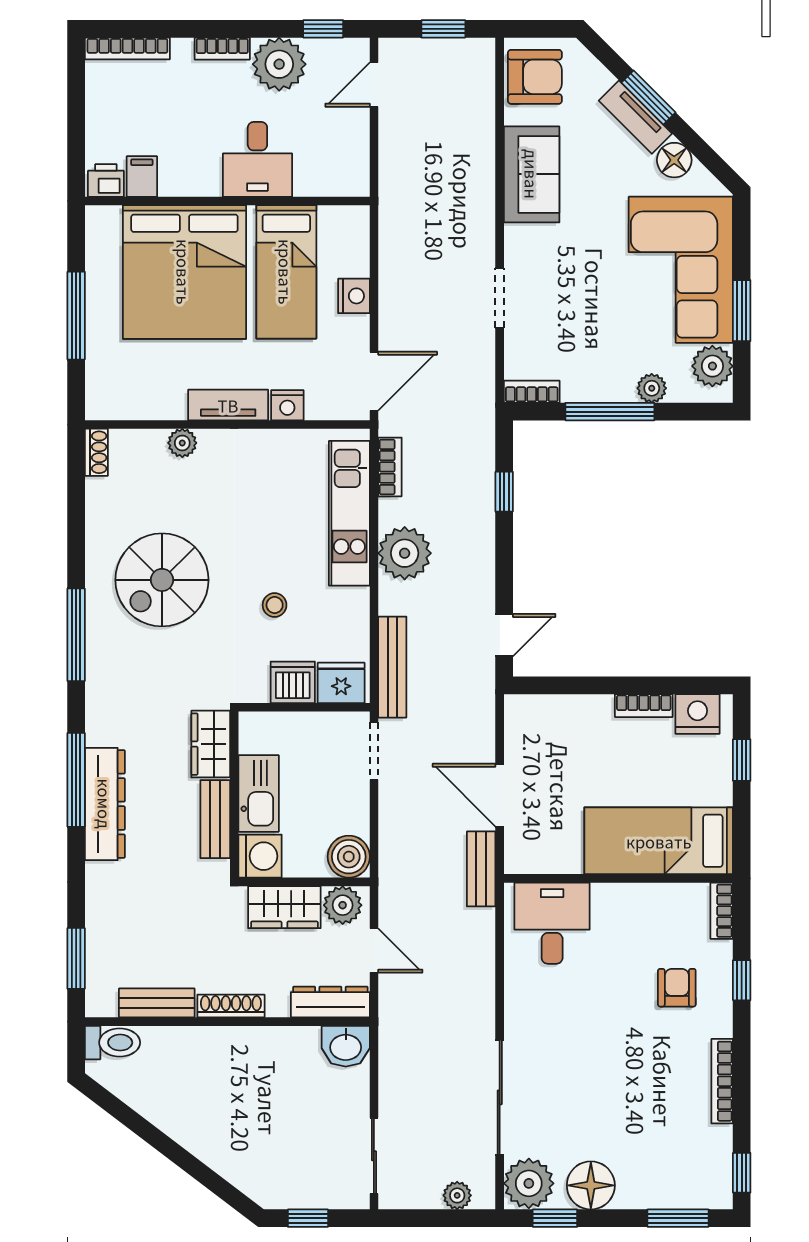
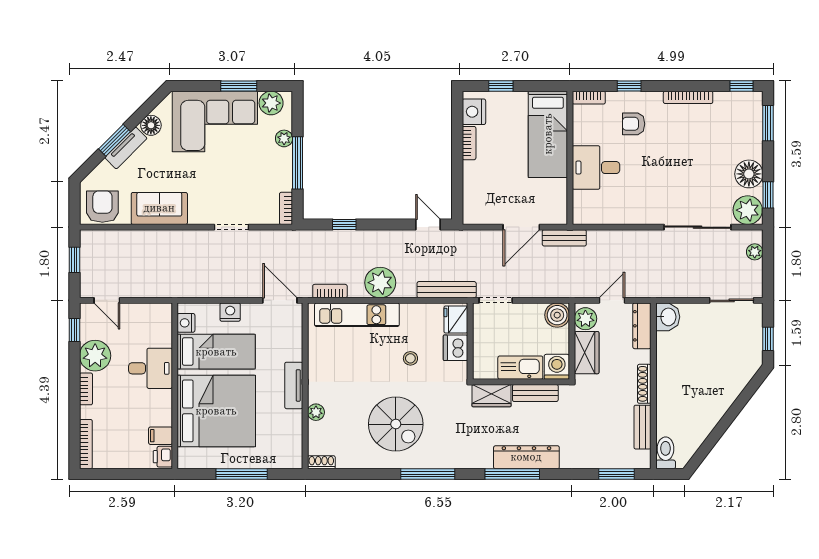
nightstand: (287, 405) -> (186, 323), moved, turned 180
desk: (552, 923) -> (596, 168), moved

